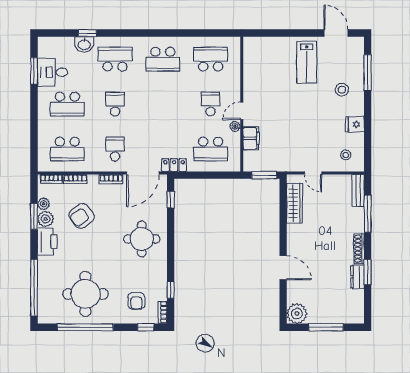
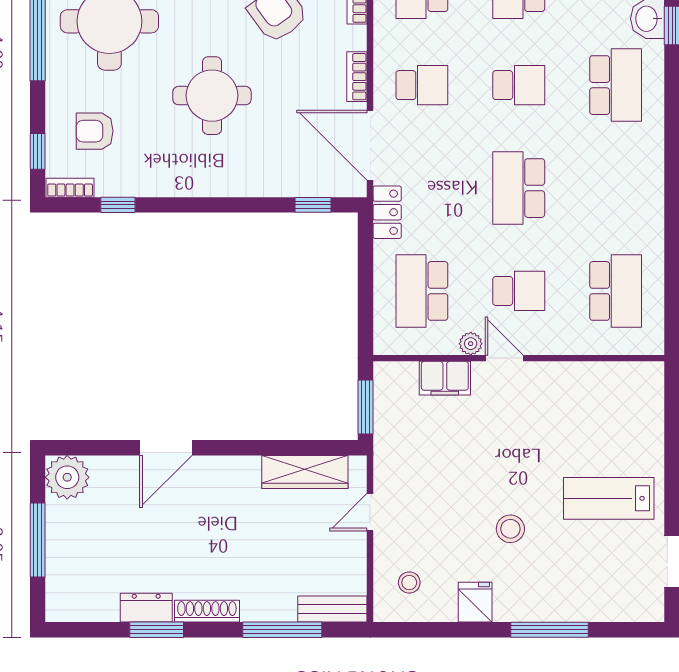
school desk: (163, 59) -> (519, 188), moved
window: (368, 73) -> (549, 630), moved
stool: (342, 90) -> (510, 529), moved
round table: (142, 239) -> (212, 96), moved

